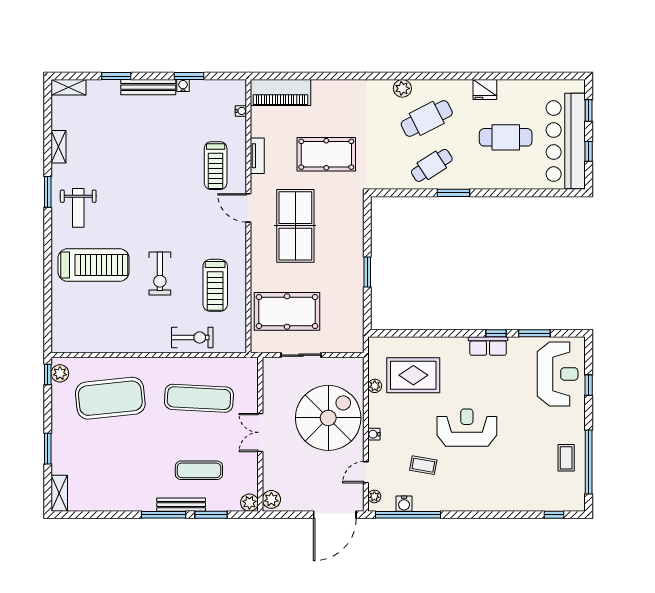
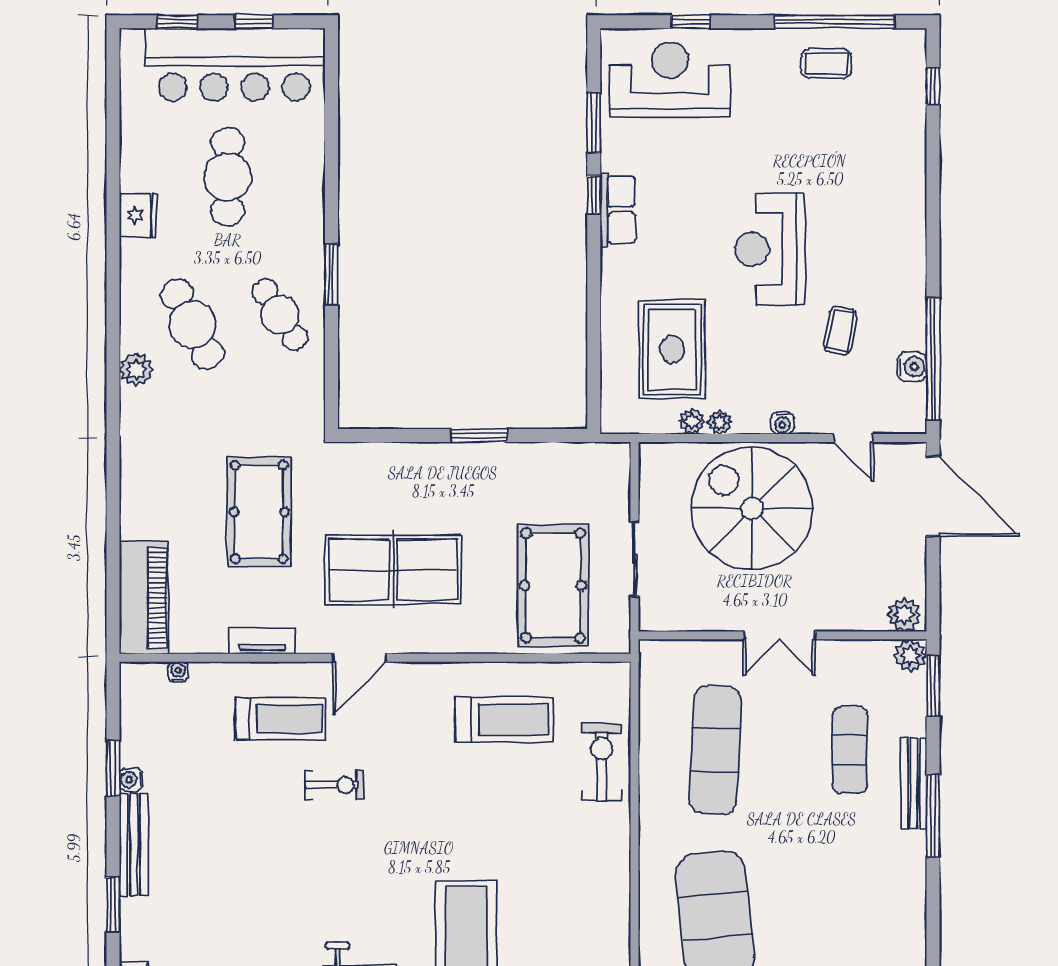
exercise bike: (160, 273) -> (335, 785), moved, width x0.73, depth x0.72
plant: (374, 496) -> (719, 422), moved
window: (211, 515) -> (933, 686), moved

